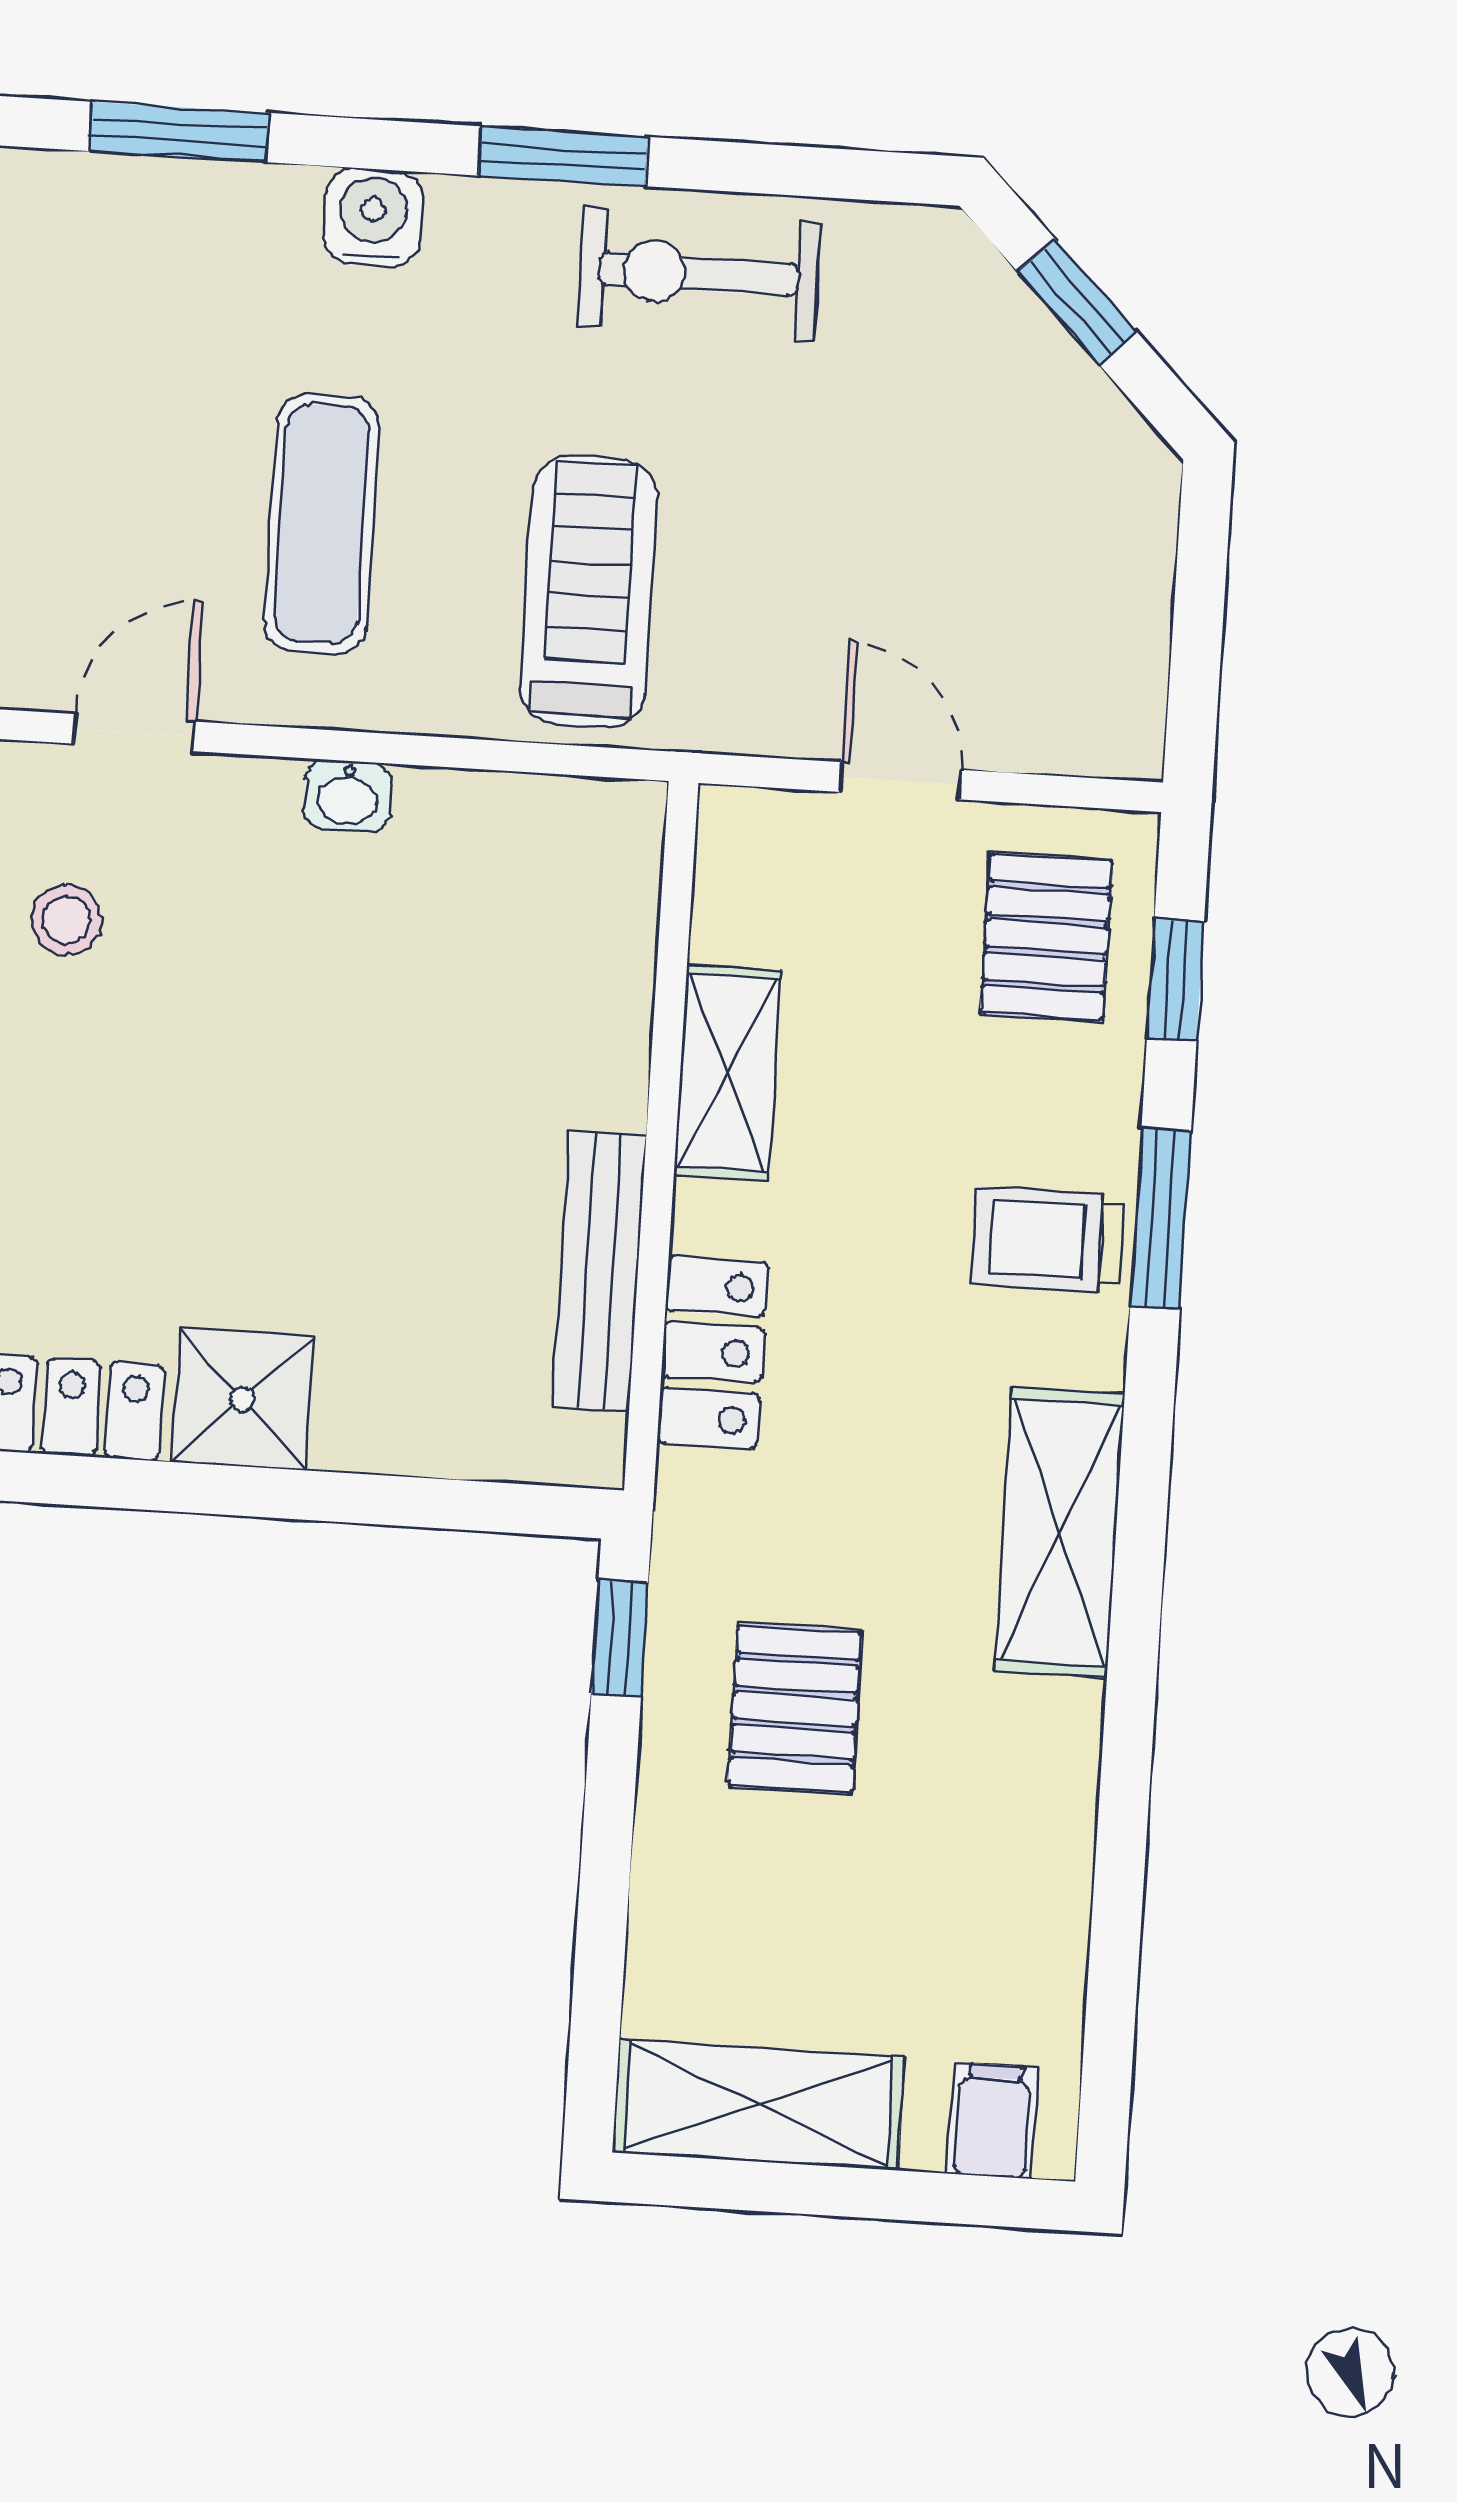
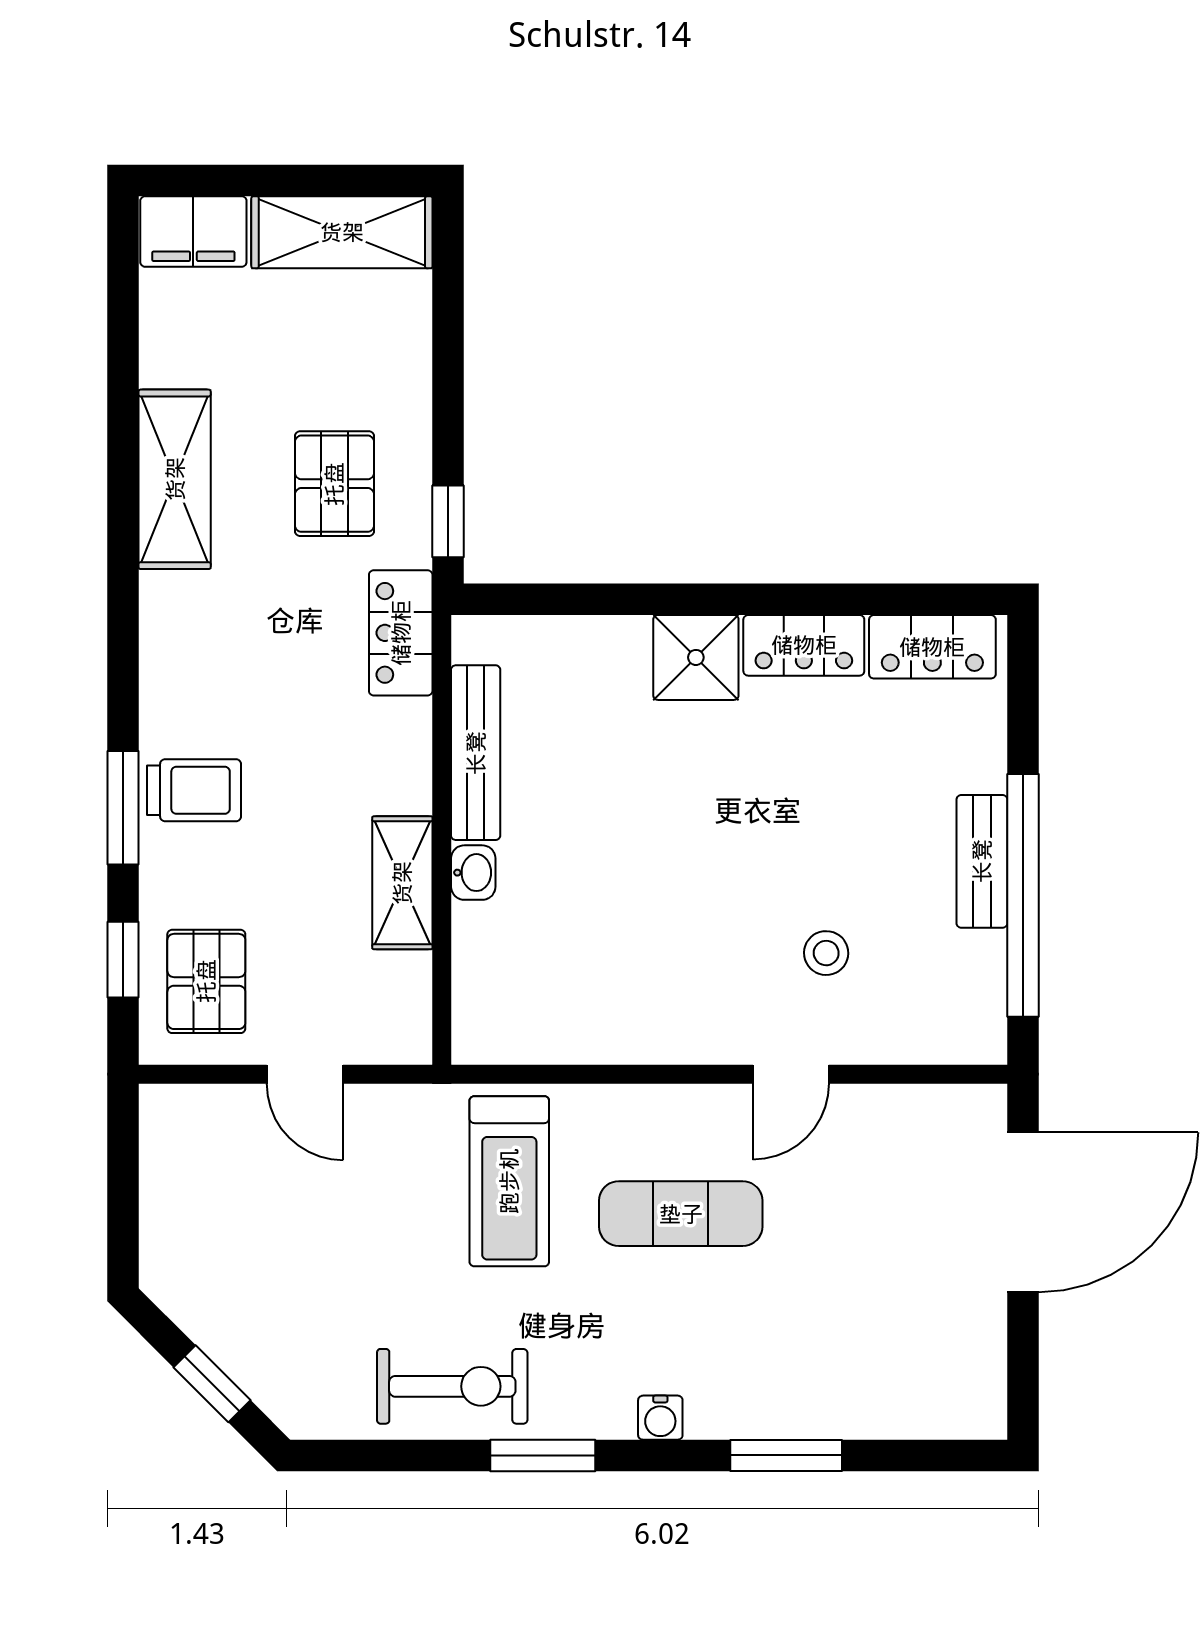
water cooler: (373, 217) -> (660, 1418), width x0.72, depth x0.72
exercise mat: (322, 524) -> (681, 1214), turned 90
washbasin: (348, 796) -> (473, 873), moved, turned 90
locker: (713, 1352) -> (401, 633), moved
shelving: (1059, 1533) -> (175, 479), moved
filing cabinet: (992, 2120) -> (193, 231), width x2.00

